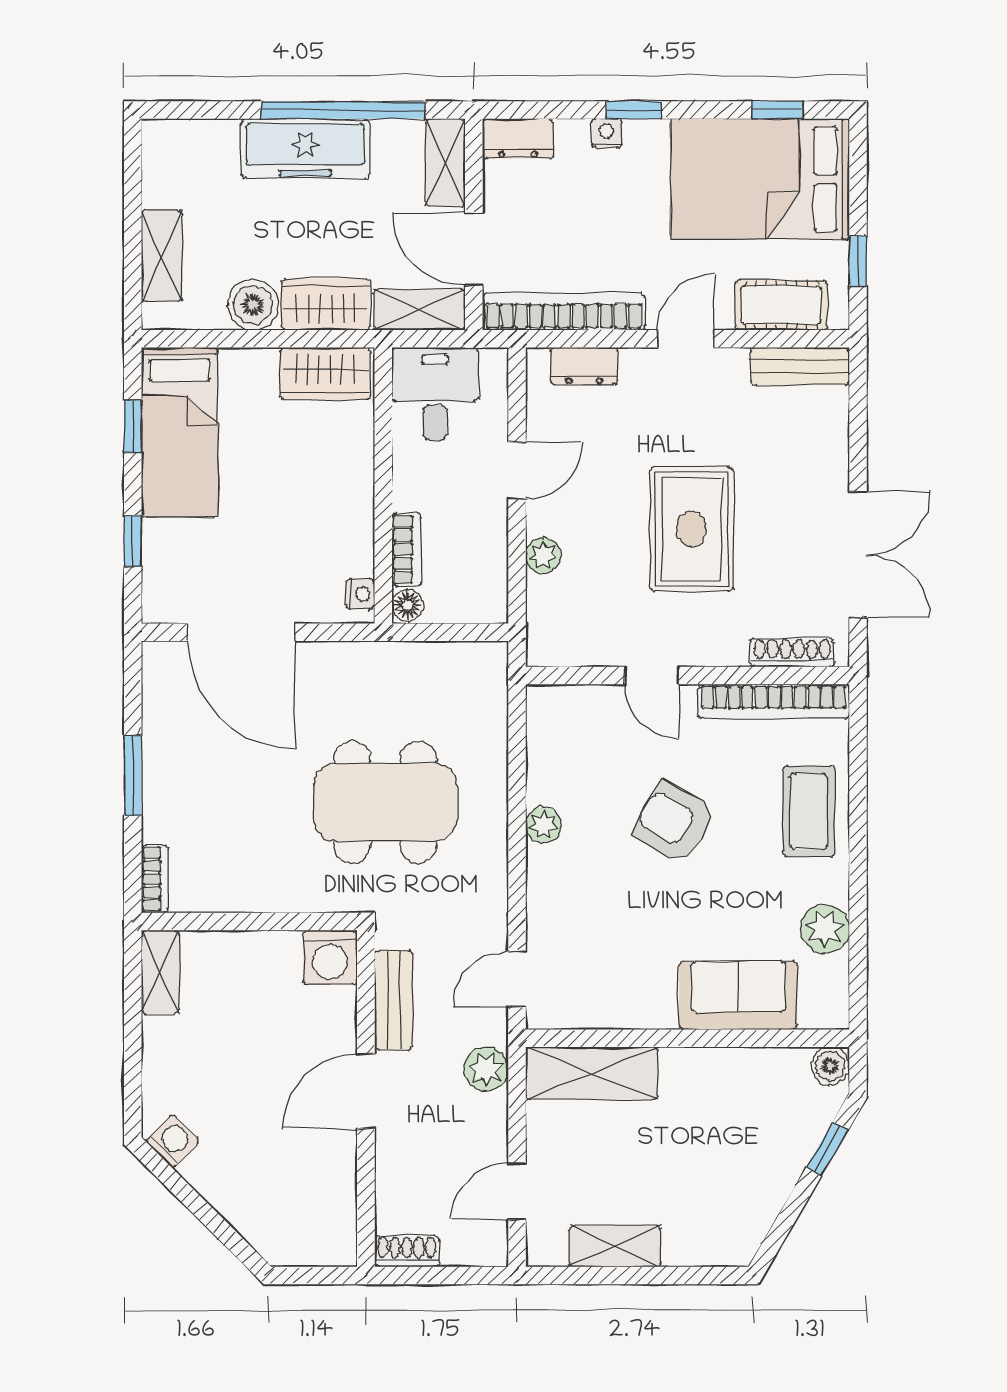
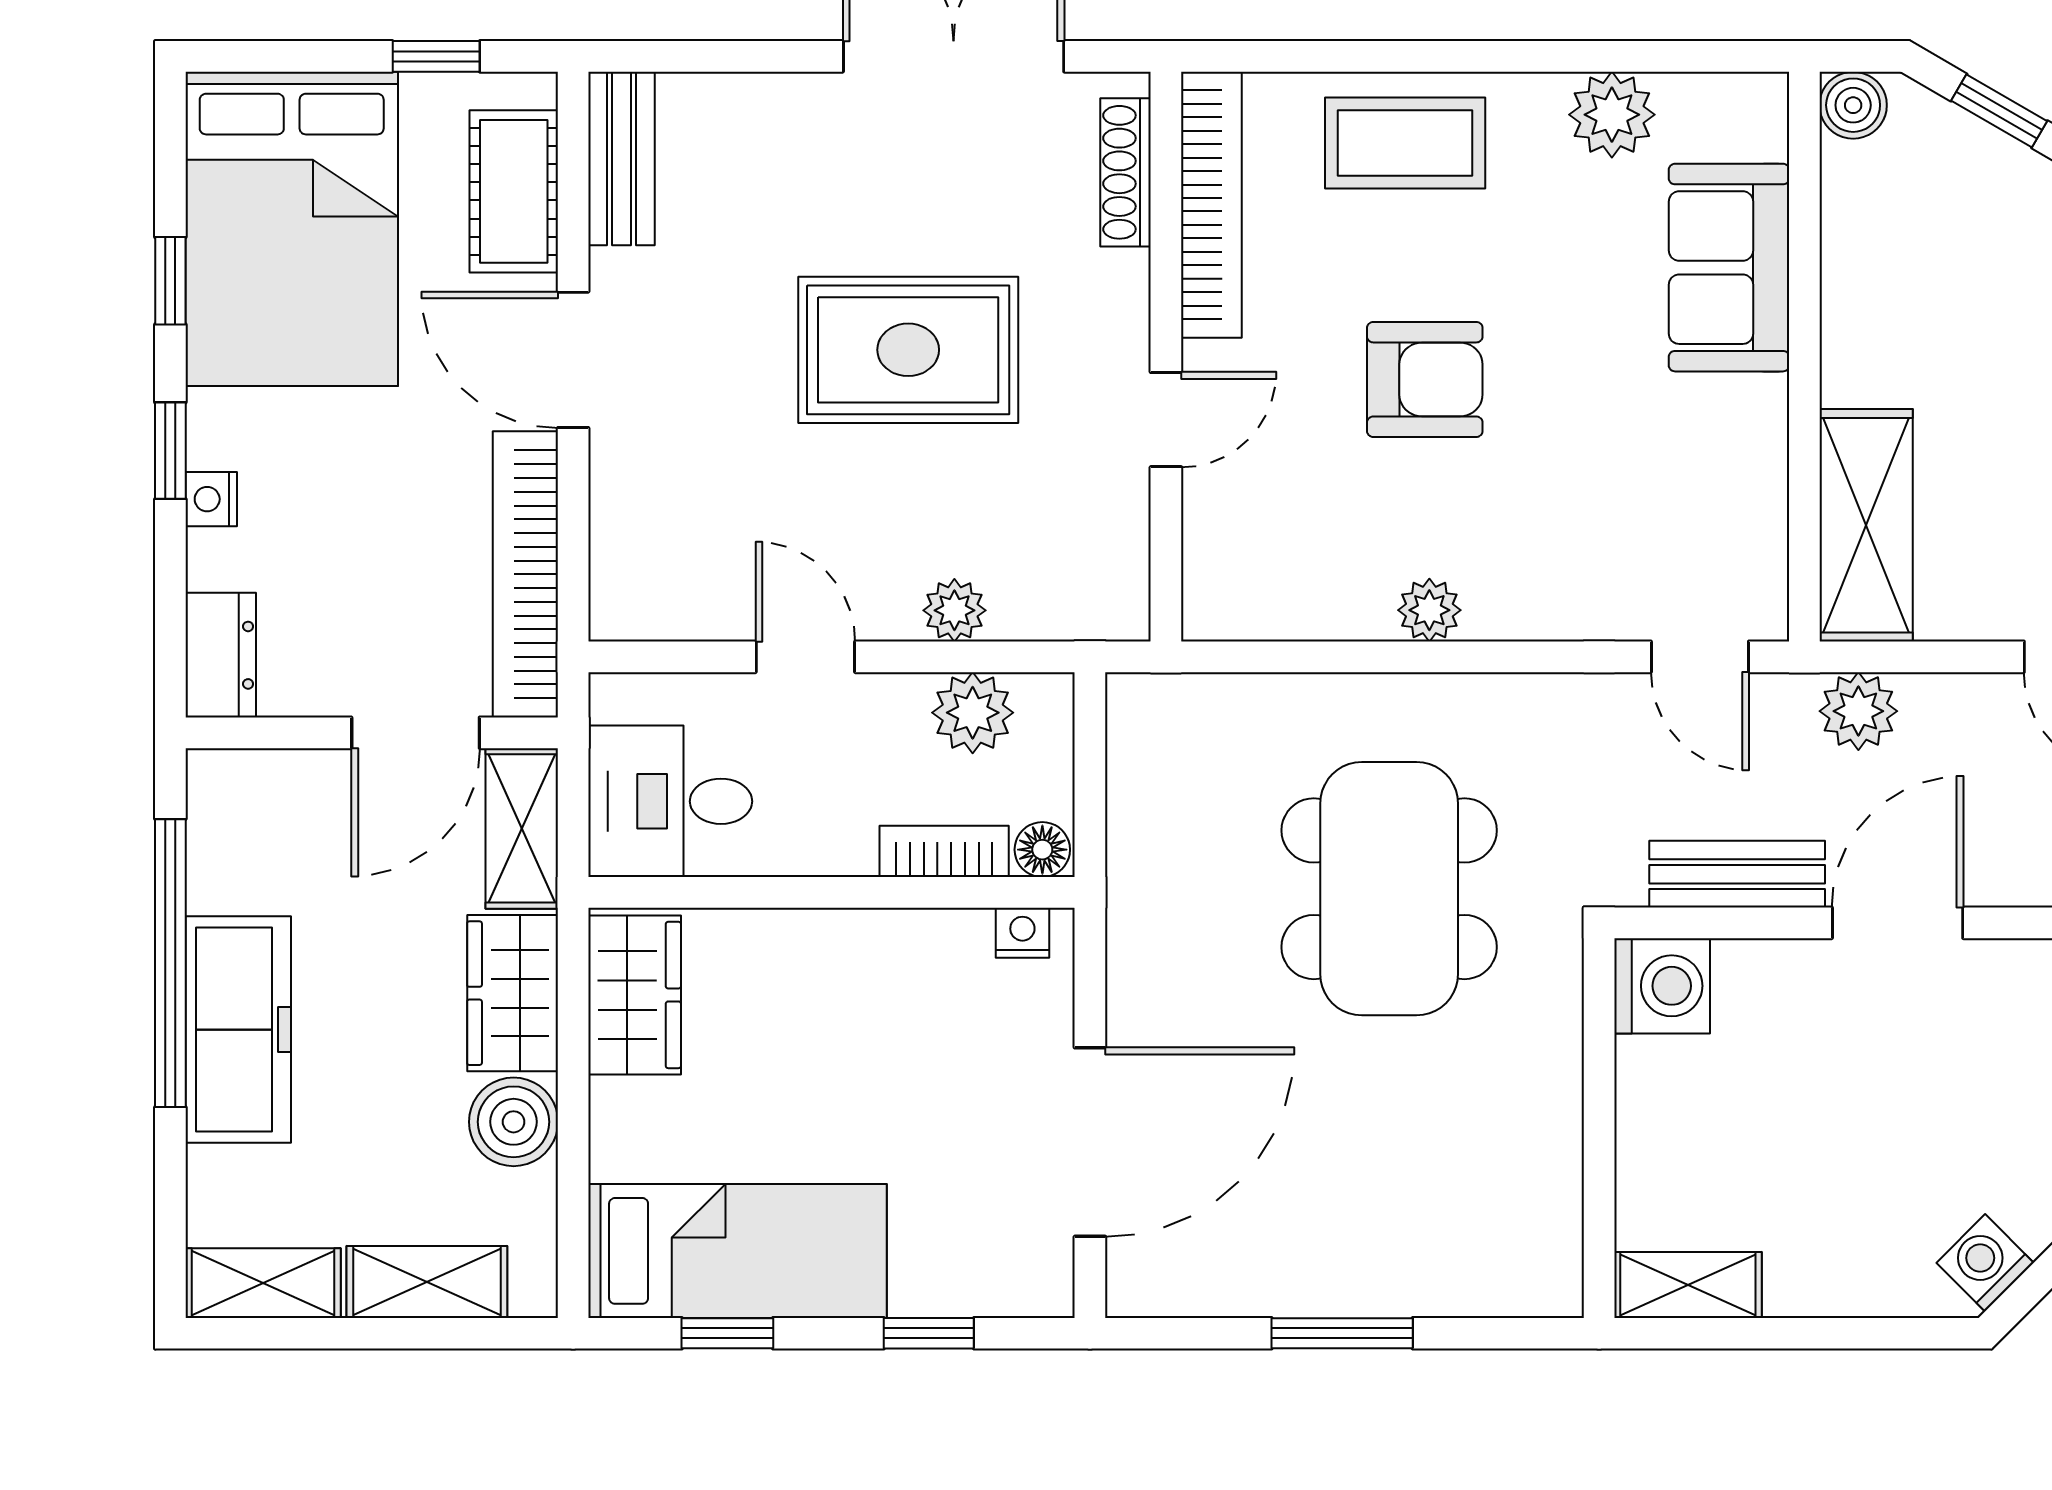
window: (777, 110) -> (170, 281), moved
shelving: (445, 163) -> (263, 1283), moved
door: (686, 339) -> (573, 360), width x1.38
dresser: (584, 366) -> (622, 539), removed
plant: (485, 566) -> (973, 713), added
armchair: (675, 823) -> (1425, 379), turned -120
bookcase: (155, 879) -> (1524, 1294), removed
door: (366, 1091) -> (1898, 923), swing flipped

